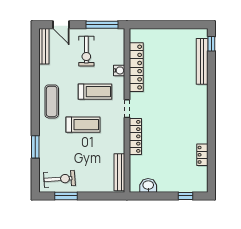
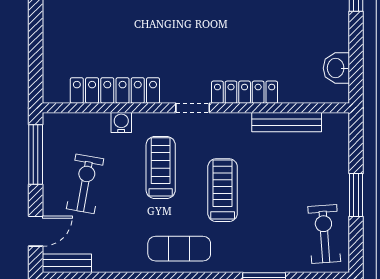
bench: (44, 46) -> (67, 263), width x0.73
exercise bike: (86, 51) -> (85, 184), turned -80
bench: (119, 172) -> (287, 122), moved
window: (66, 196) -> (356, 195), moved

